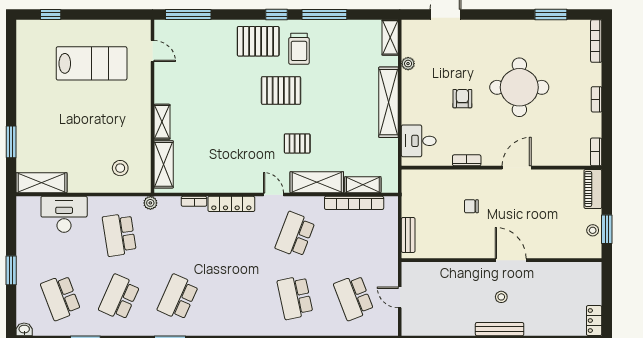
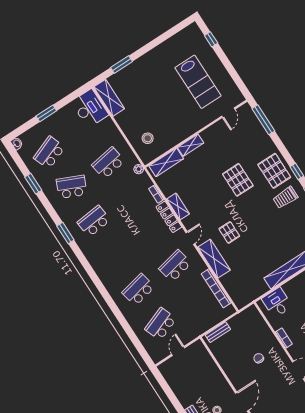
pallet: (281, 90) -> (238, 180), moved
shelving: (363, 185) -> (178, 206), moved
desk: (64, 214) -> (90, 108), moved
school desk: (295, 235) -> (175, 266), turned -33
school desk: (178, 297) -> (94, 221), turned -30

